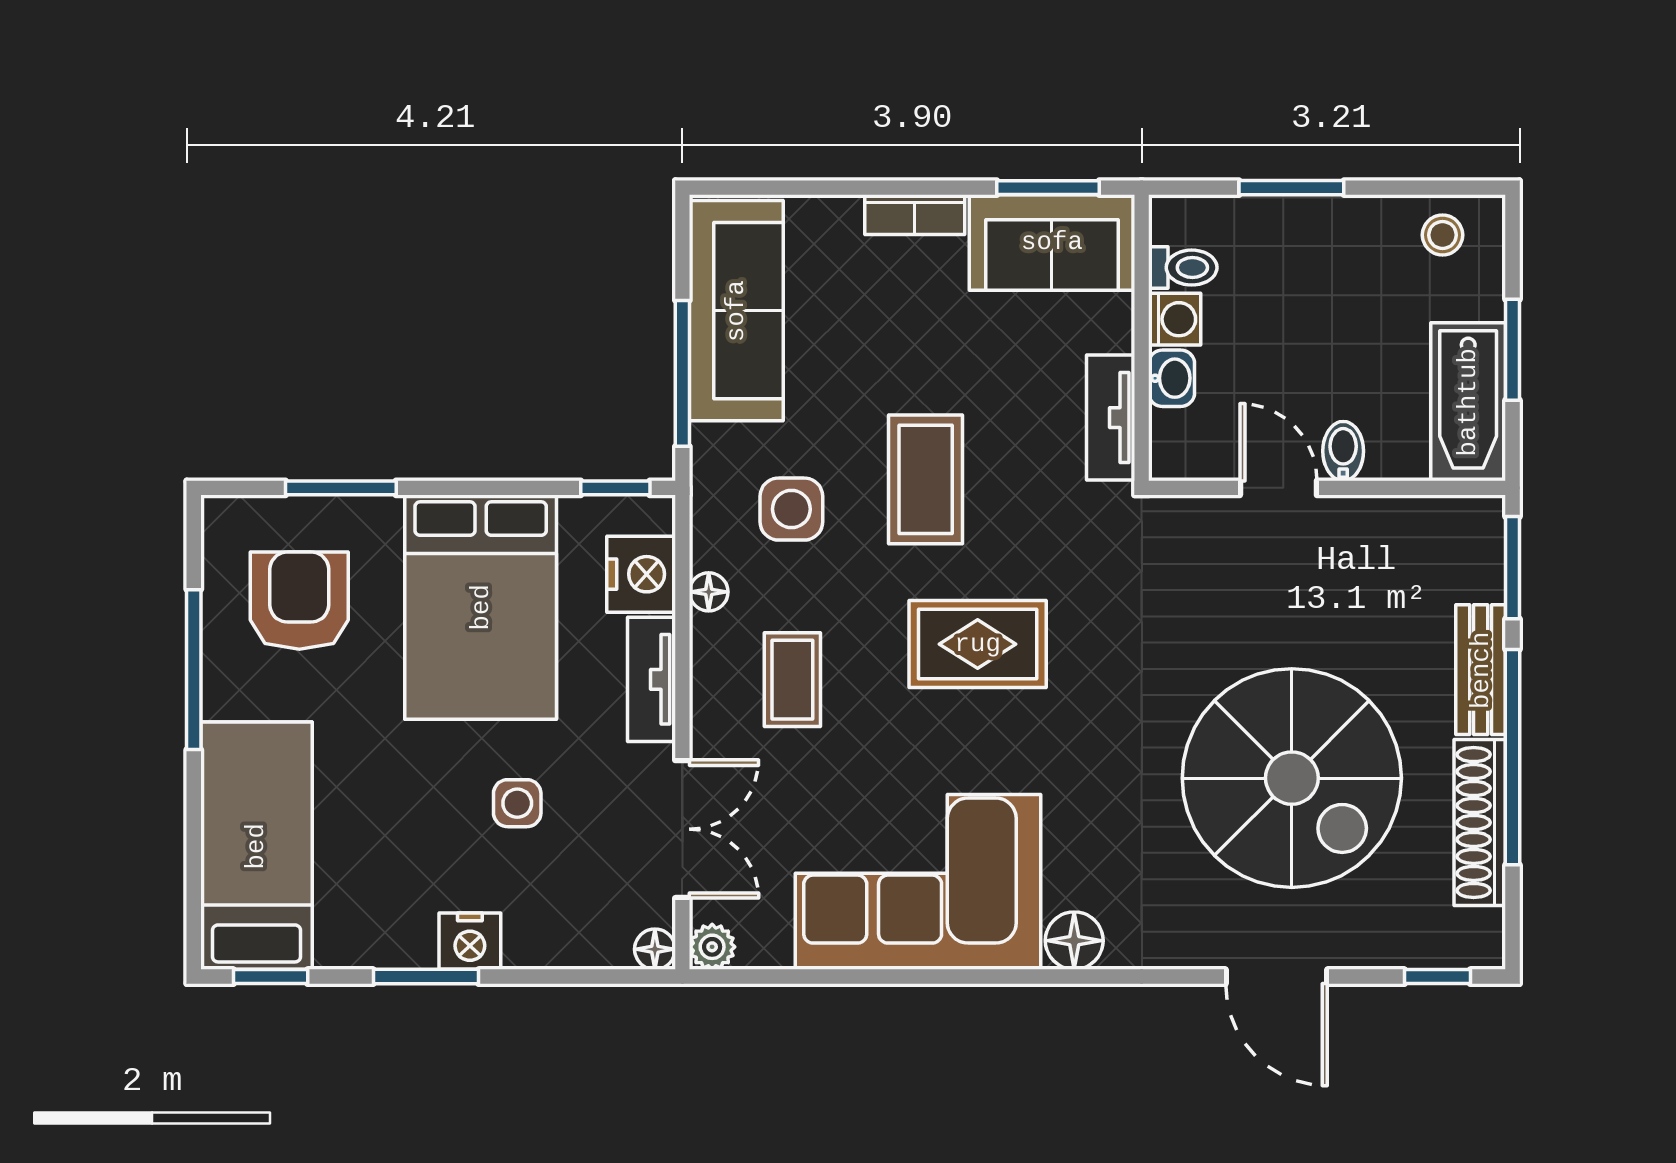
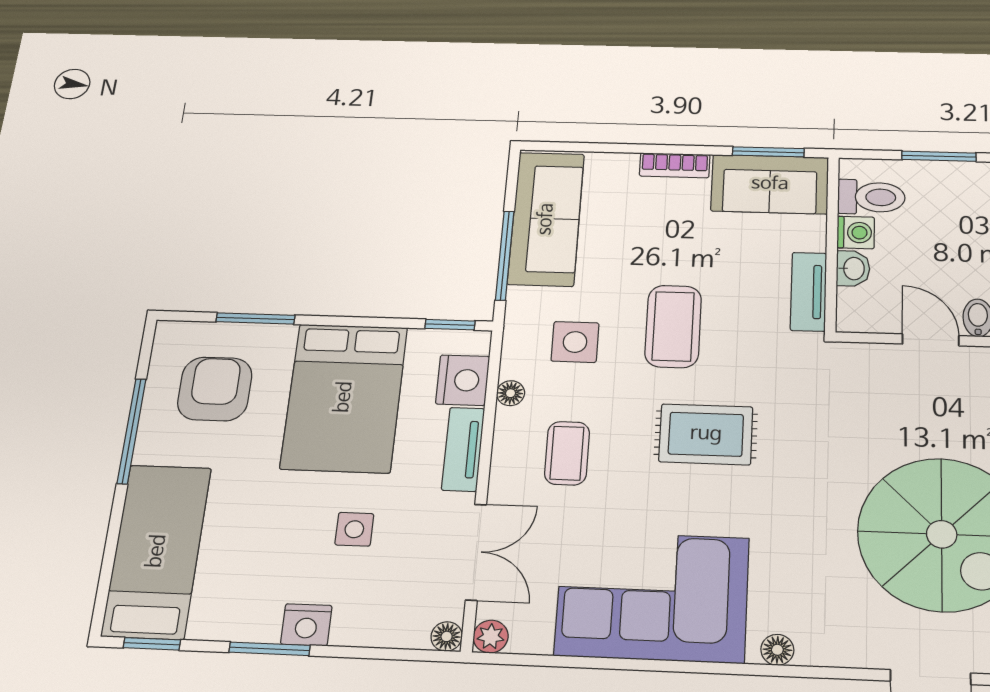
toilet: (1183, 268) -> (871, 197), width x1.37, depth x1.39
floor lamp: (1074, 941) -> (777, 650), width x0.73, depth x0.73

